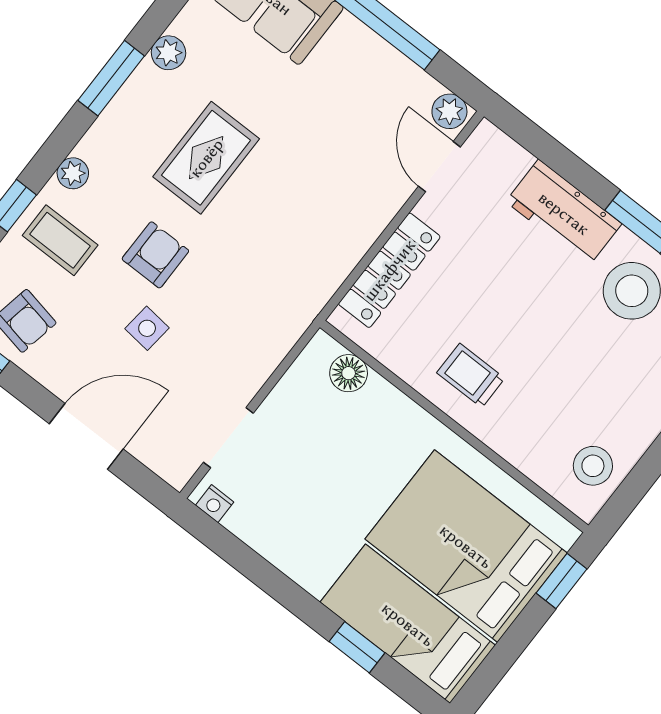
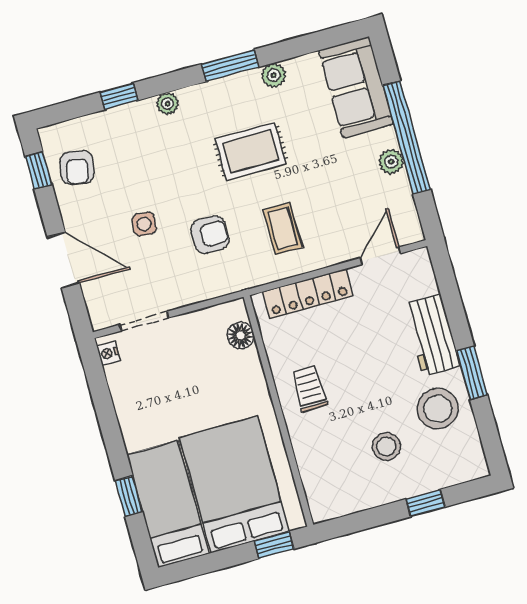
plant: (449, 111) -> (391, 162), moved
coffee table: (60, 240) -> (283, 229), moved
armchair: (155, 255) -> (210, 235), moved
stool: (593, 466) -> (386, 446), moved

